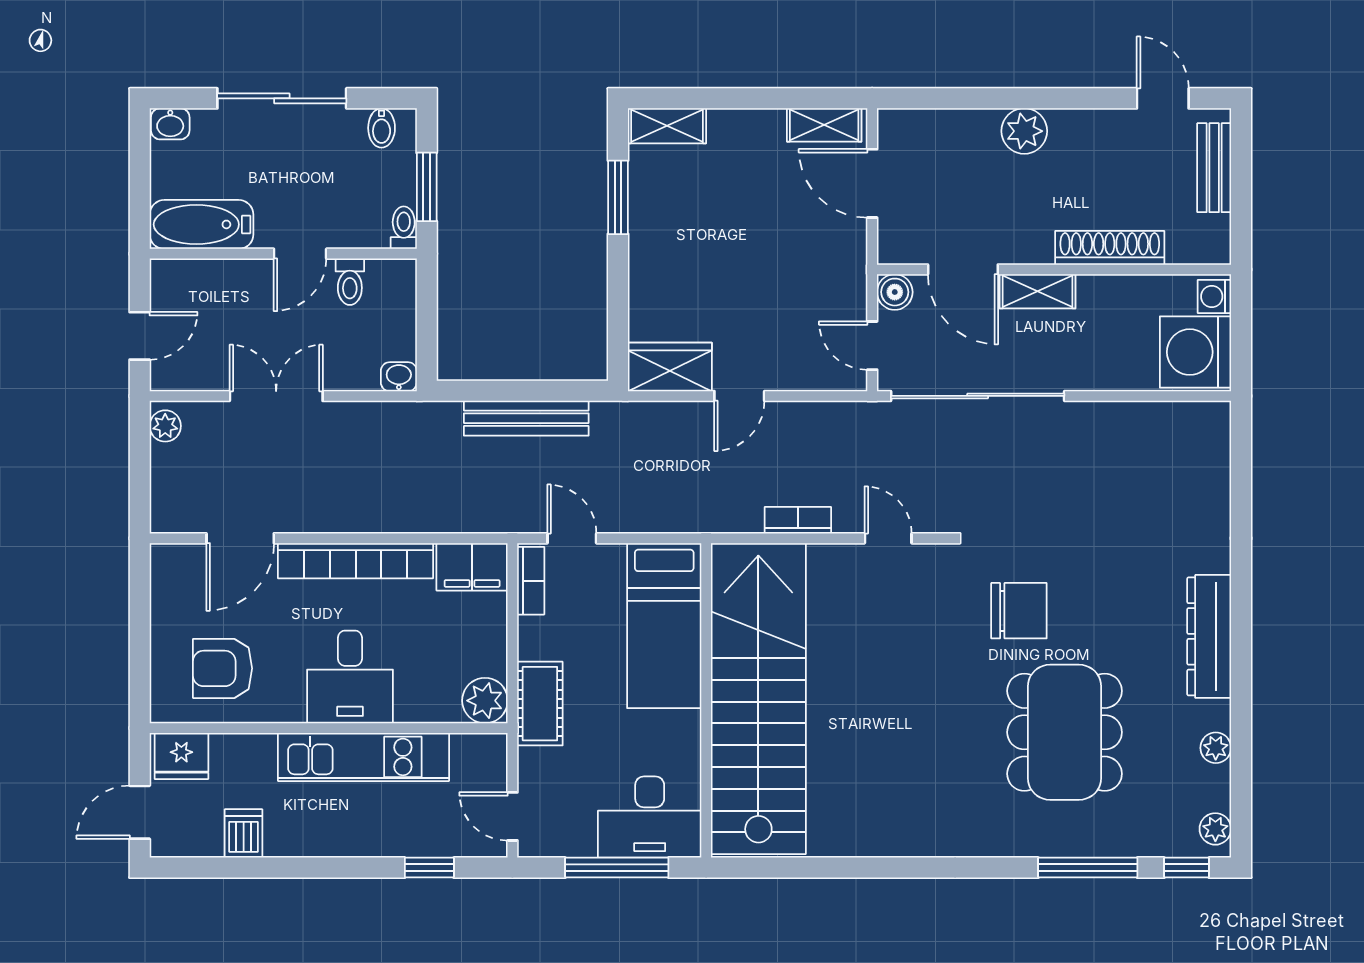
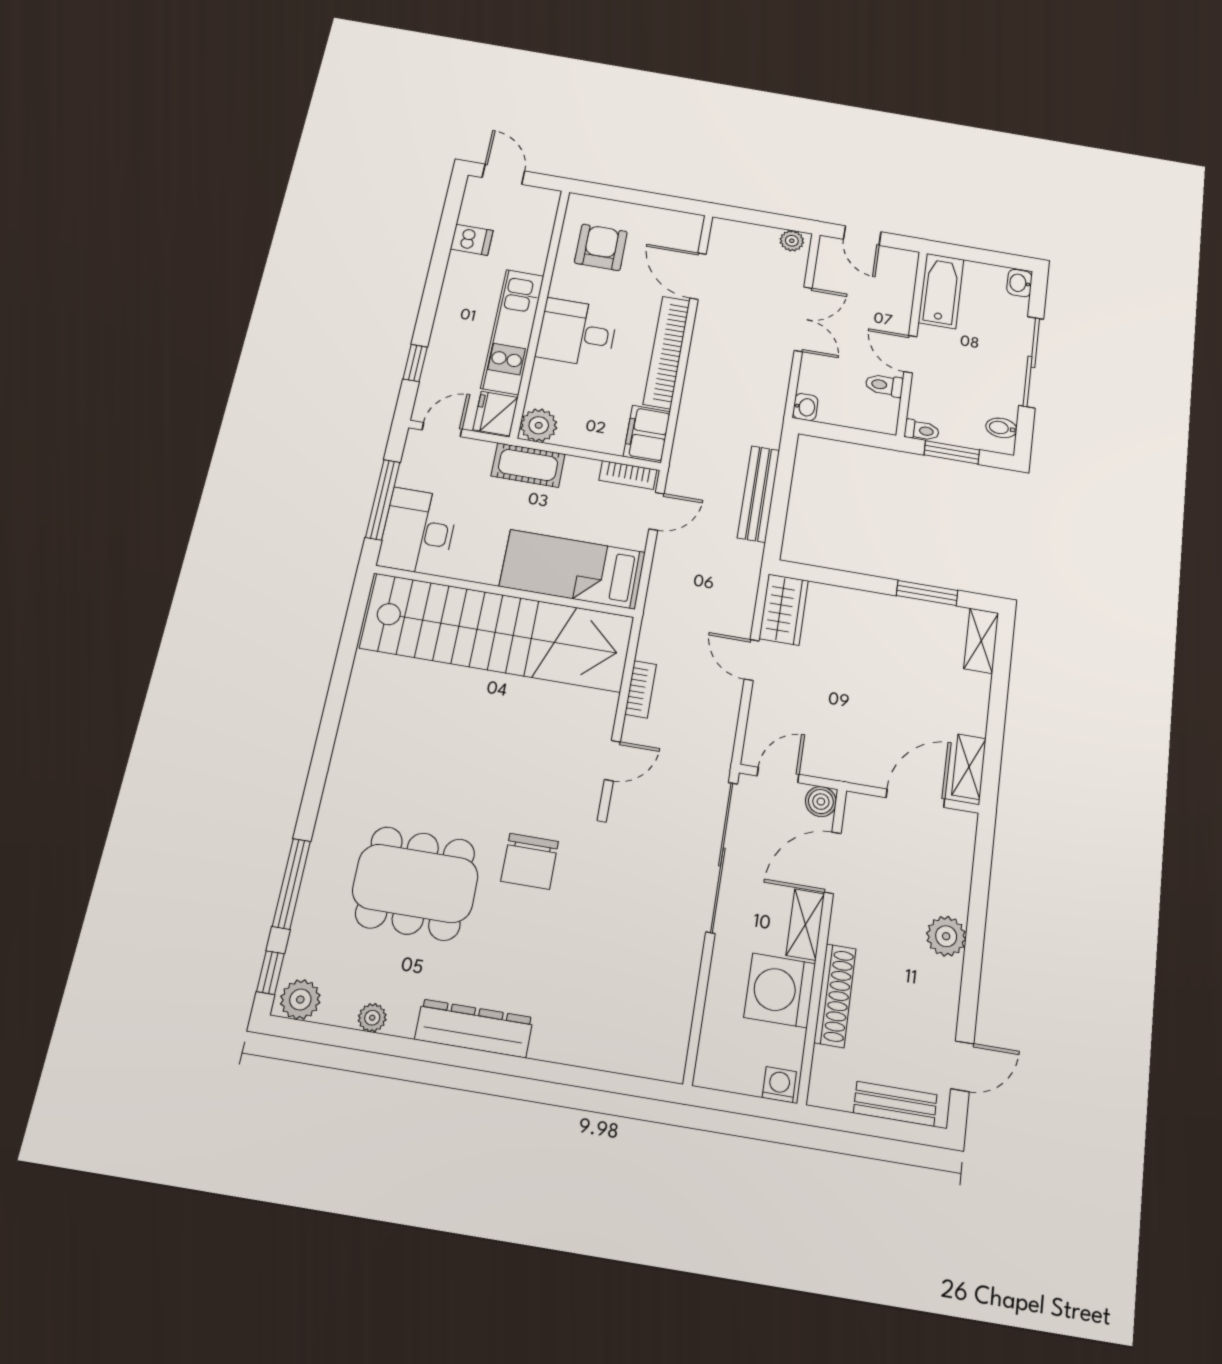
washing machine: (1195, 352) -> (780, 990), moved, turned -90
fridge: (181, 756) -> (496, 414), moved
plant: (1215, 829) -> (300, 1000), width x1.38, depth x1.38

